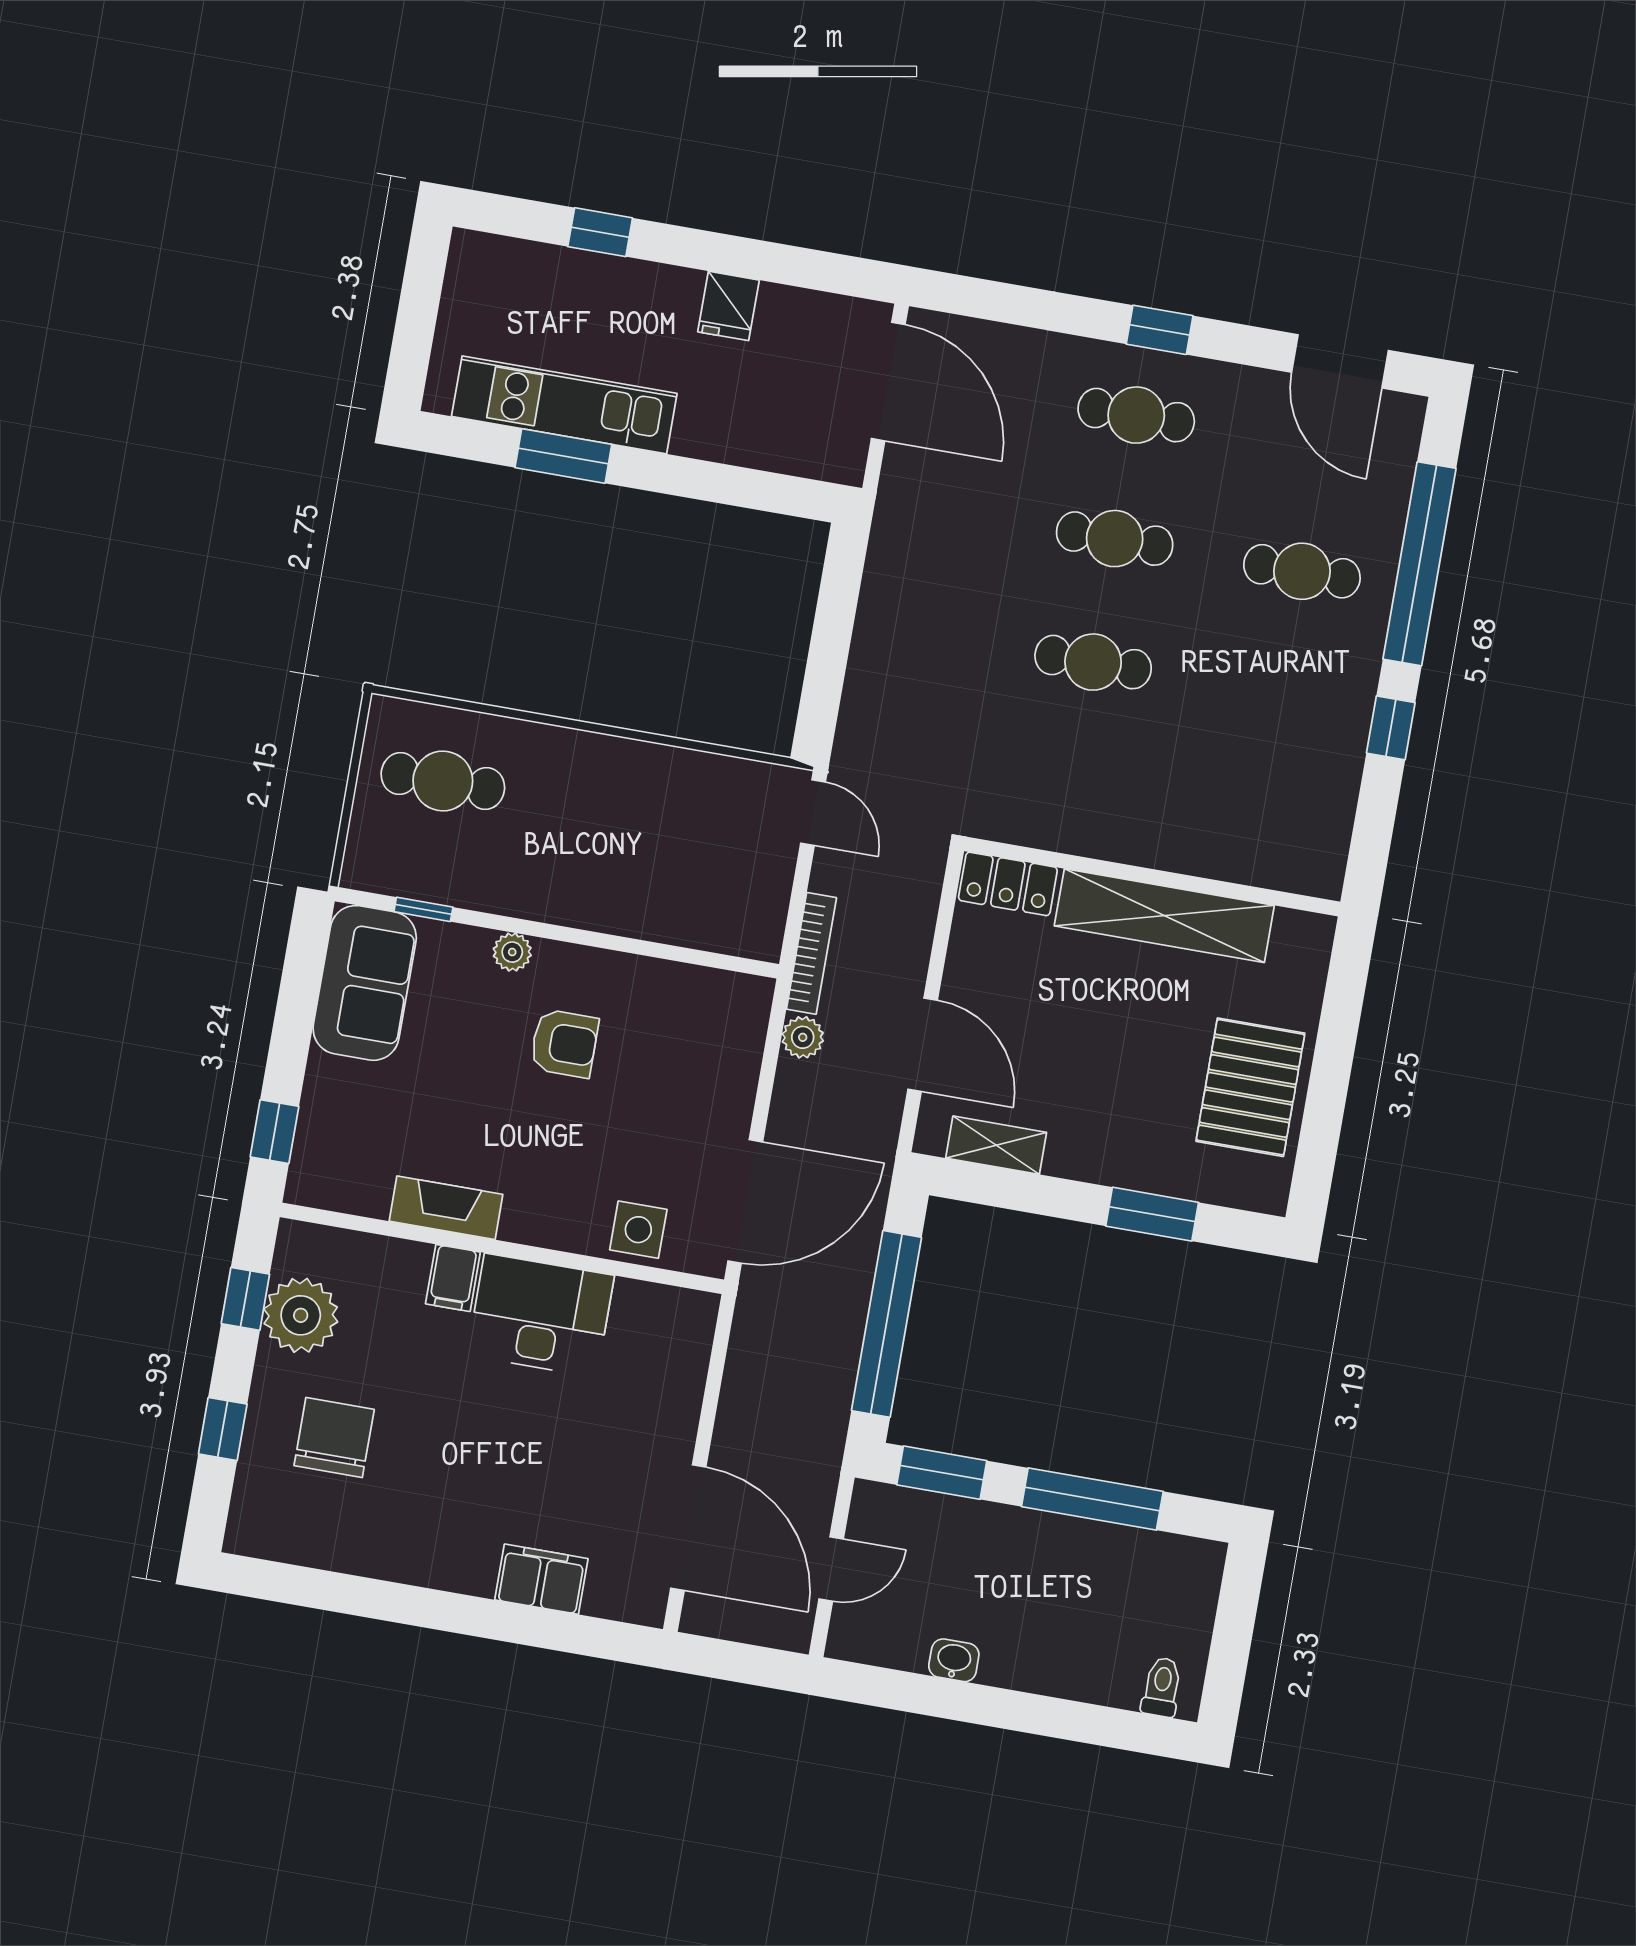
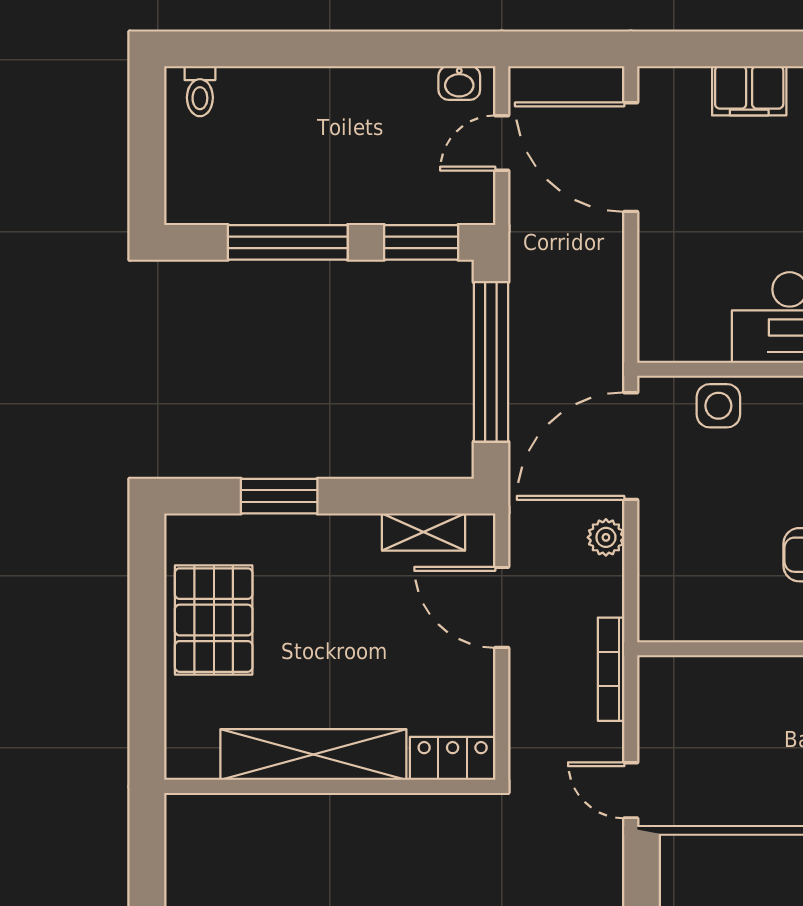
plant: (803, 1037) -> (606, 537), moved
washbasin: (954, 1660) -> (459, 83), moved

